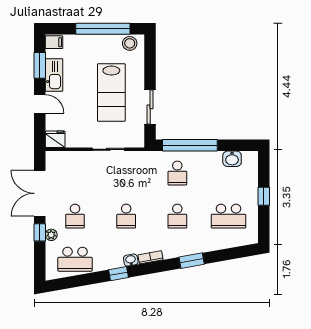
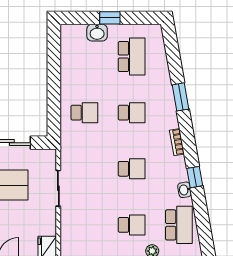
window: (190, 145) -> (54, 99), removed
washbasin: (232, 159) -> (97, 33), moved, turned 90
washbasin: (131, 260) -> (185, 190), moved

